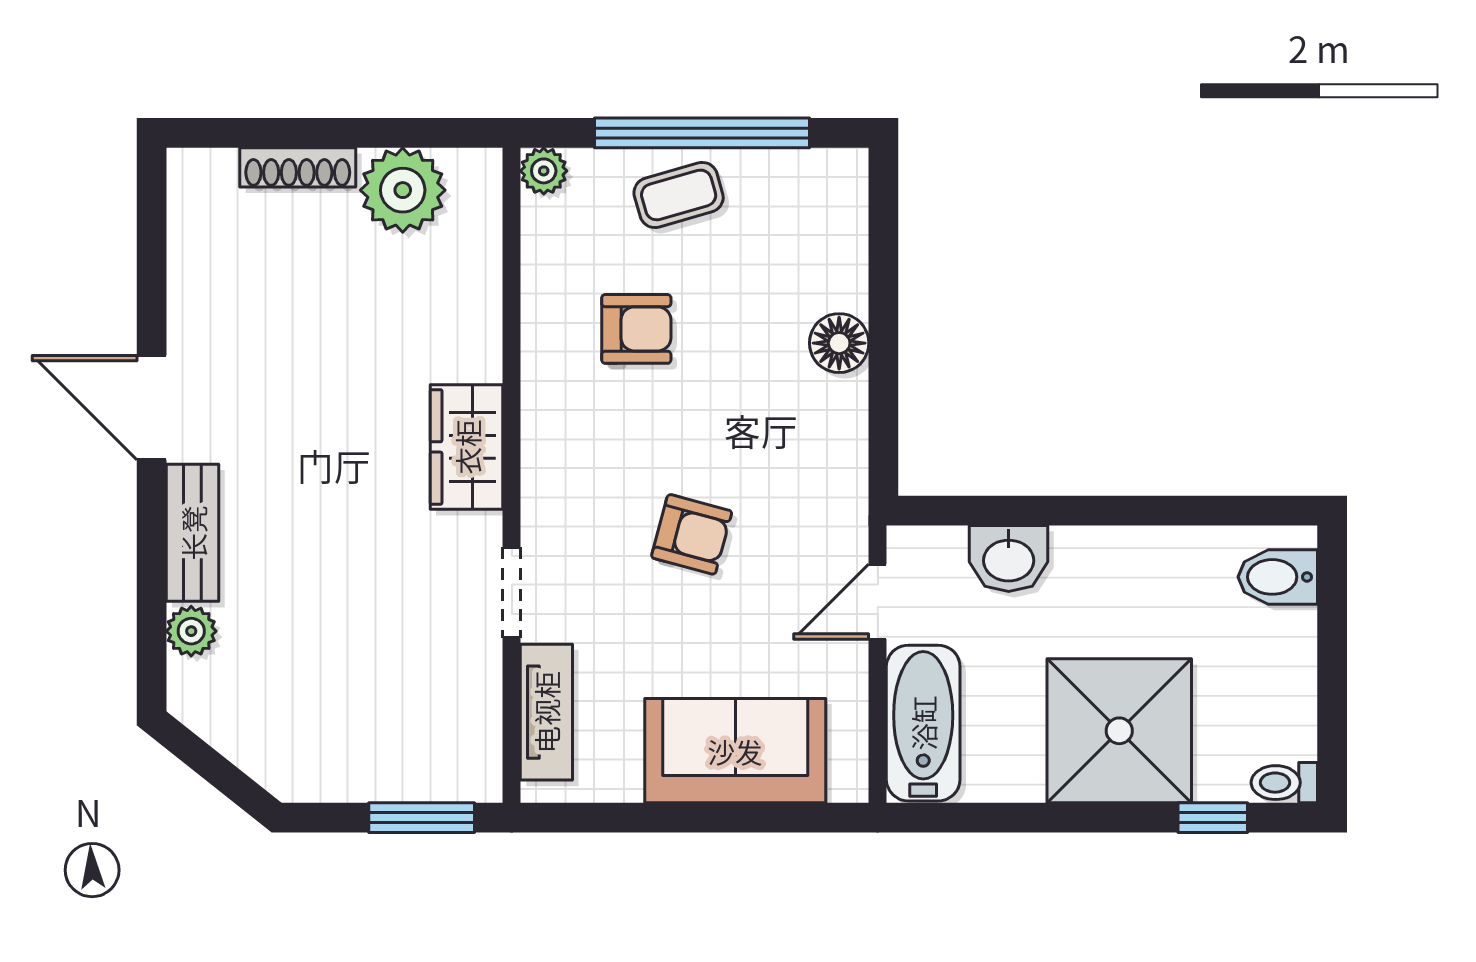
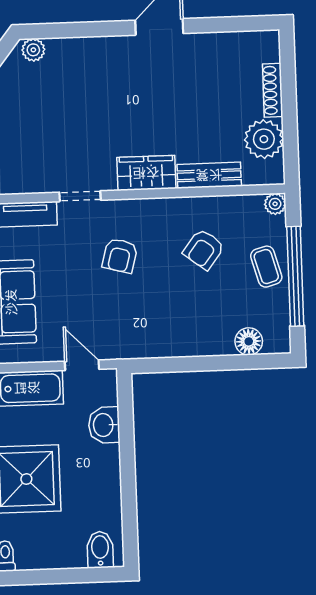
armchair: (636, 329) -> (204, 249), turned 37
floor lamp: (839, 343) -> (249, 341), moved
bench: (193, 533) -> (209, 175), moved
armchair: (692, 534) -> (120, 256), moved
plant: (191, 631) -> (33, 50), moved

